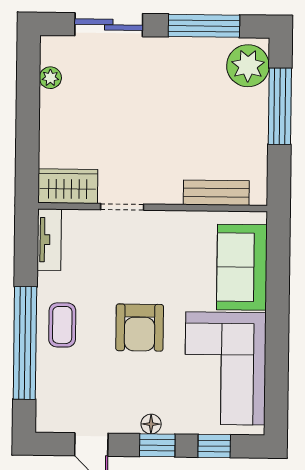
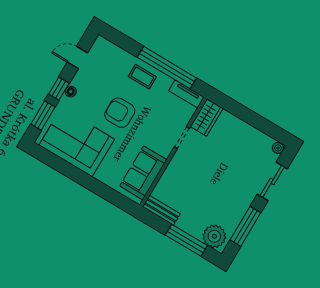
plant: (50, 78) -> (278, 148), moved
bench: (216, 193) -> (161, 210), moved, turned 90
sofa: (242, 267) -> (143, 173), moved, turned -90
window: (25, 343) -> (167, 68), moved
window: (214, 446) -> (43, 115), width x1.50

